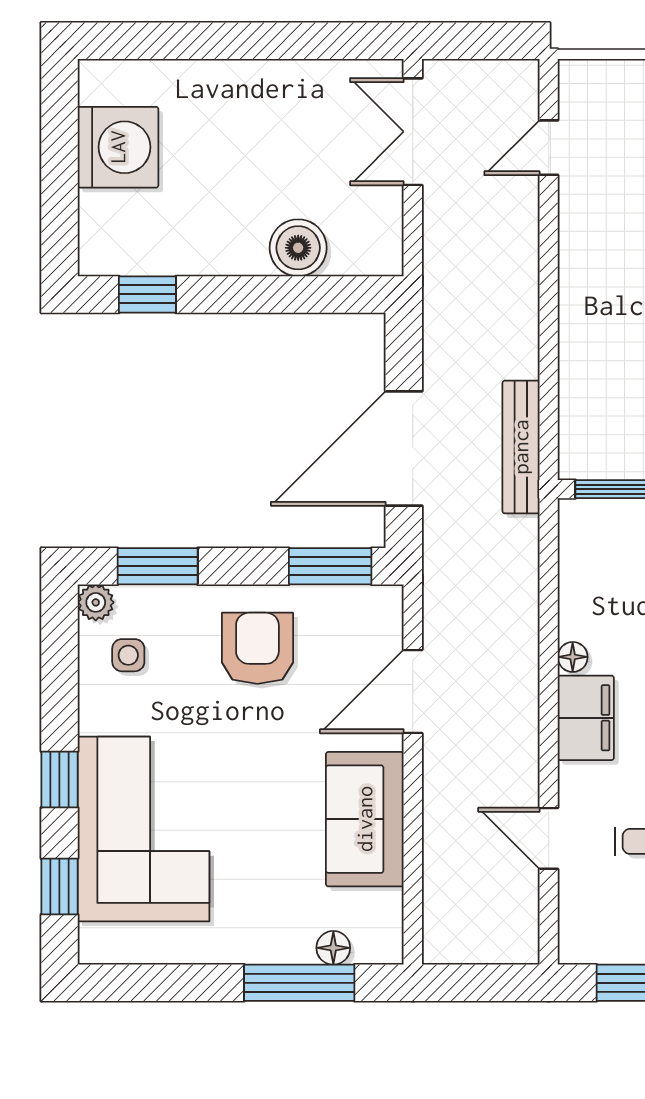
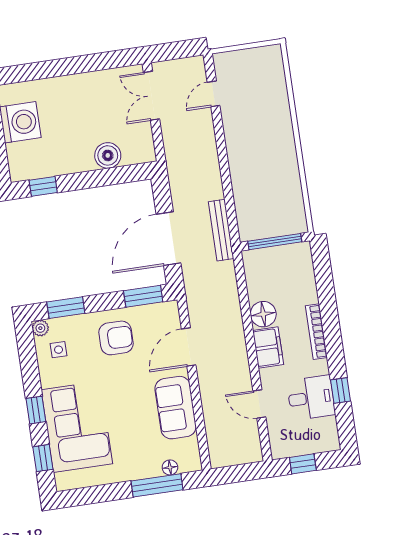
armchair: (257, 648) -> (116, 338), turned 90
floor lamp: (573, 657) -> (263, 314), width x1.89, depth x1.89

